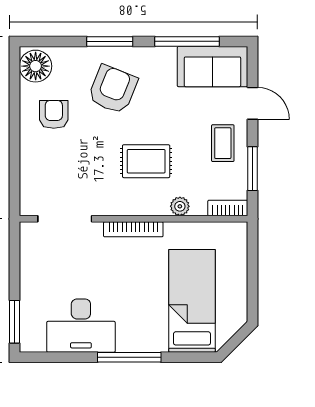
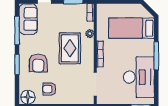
armchair: (113, 89) -> (38, 63), turned -112
coffee table: (223, 143) -> (62, 15), removed
rug: (146, 161) -> (70, 48), width x1.36, depth x1.43
desk: (81, 326) -> (139, 77), width x1.36, depth x1.30

